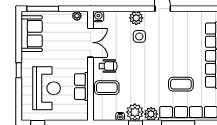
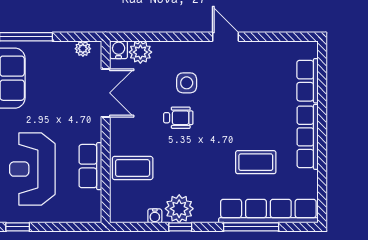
plant: (136, 18) -> (140, 52), moved
wheelchair: (108, 66) -> (178, 118), moved
reception desk: (47, 88) -> (32, 169), turned 180
plant: (151, 114) -> (206, 212), removed

